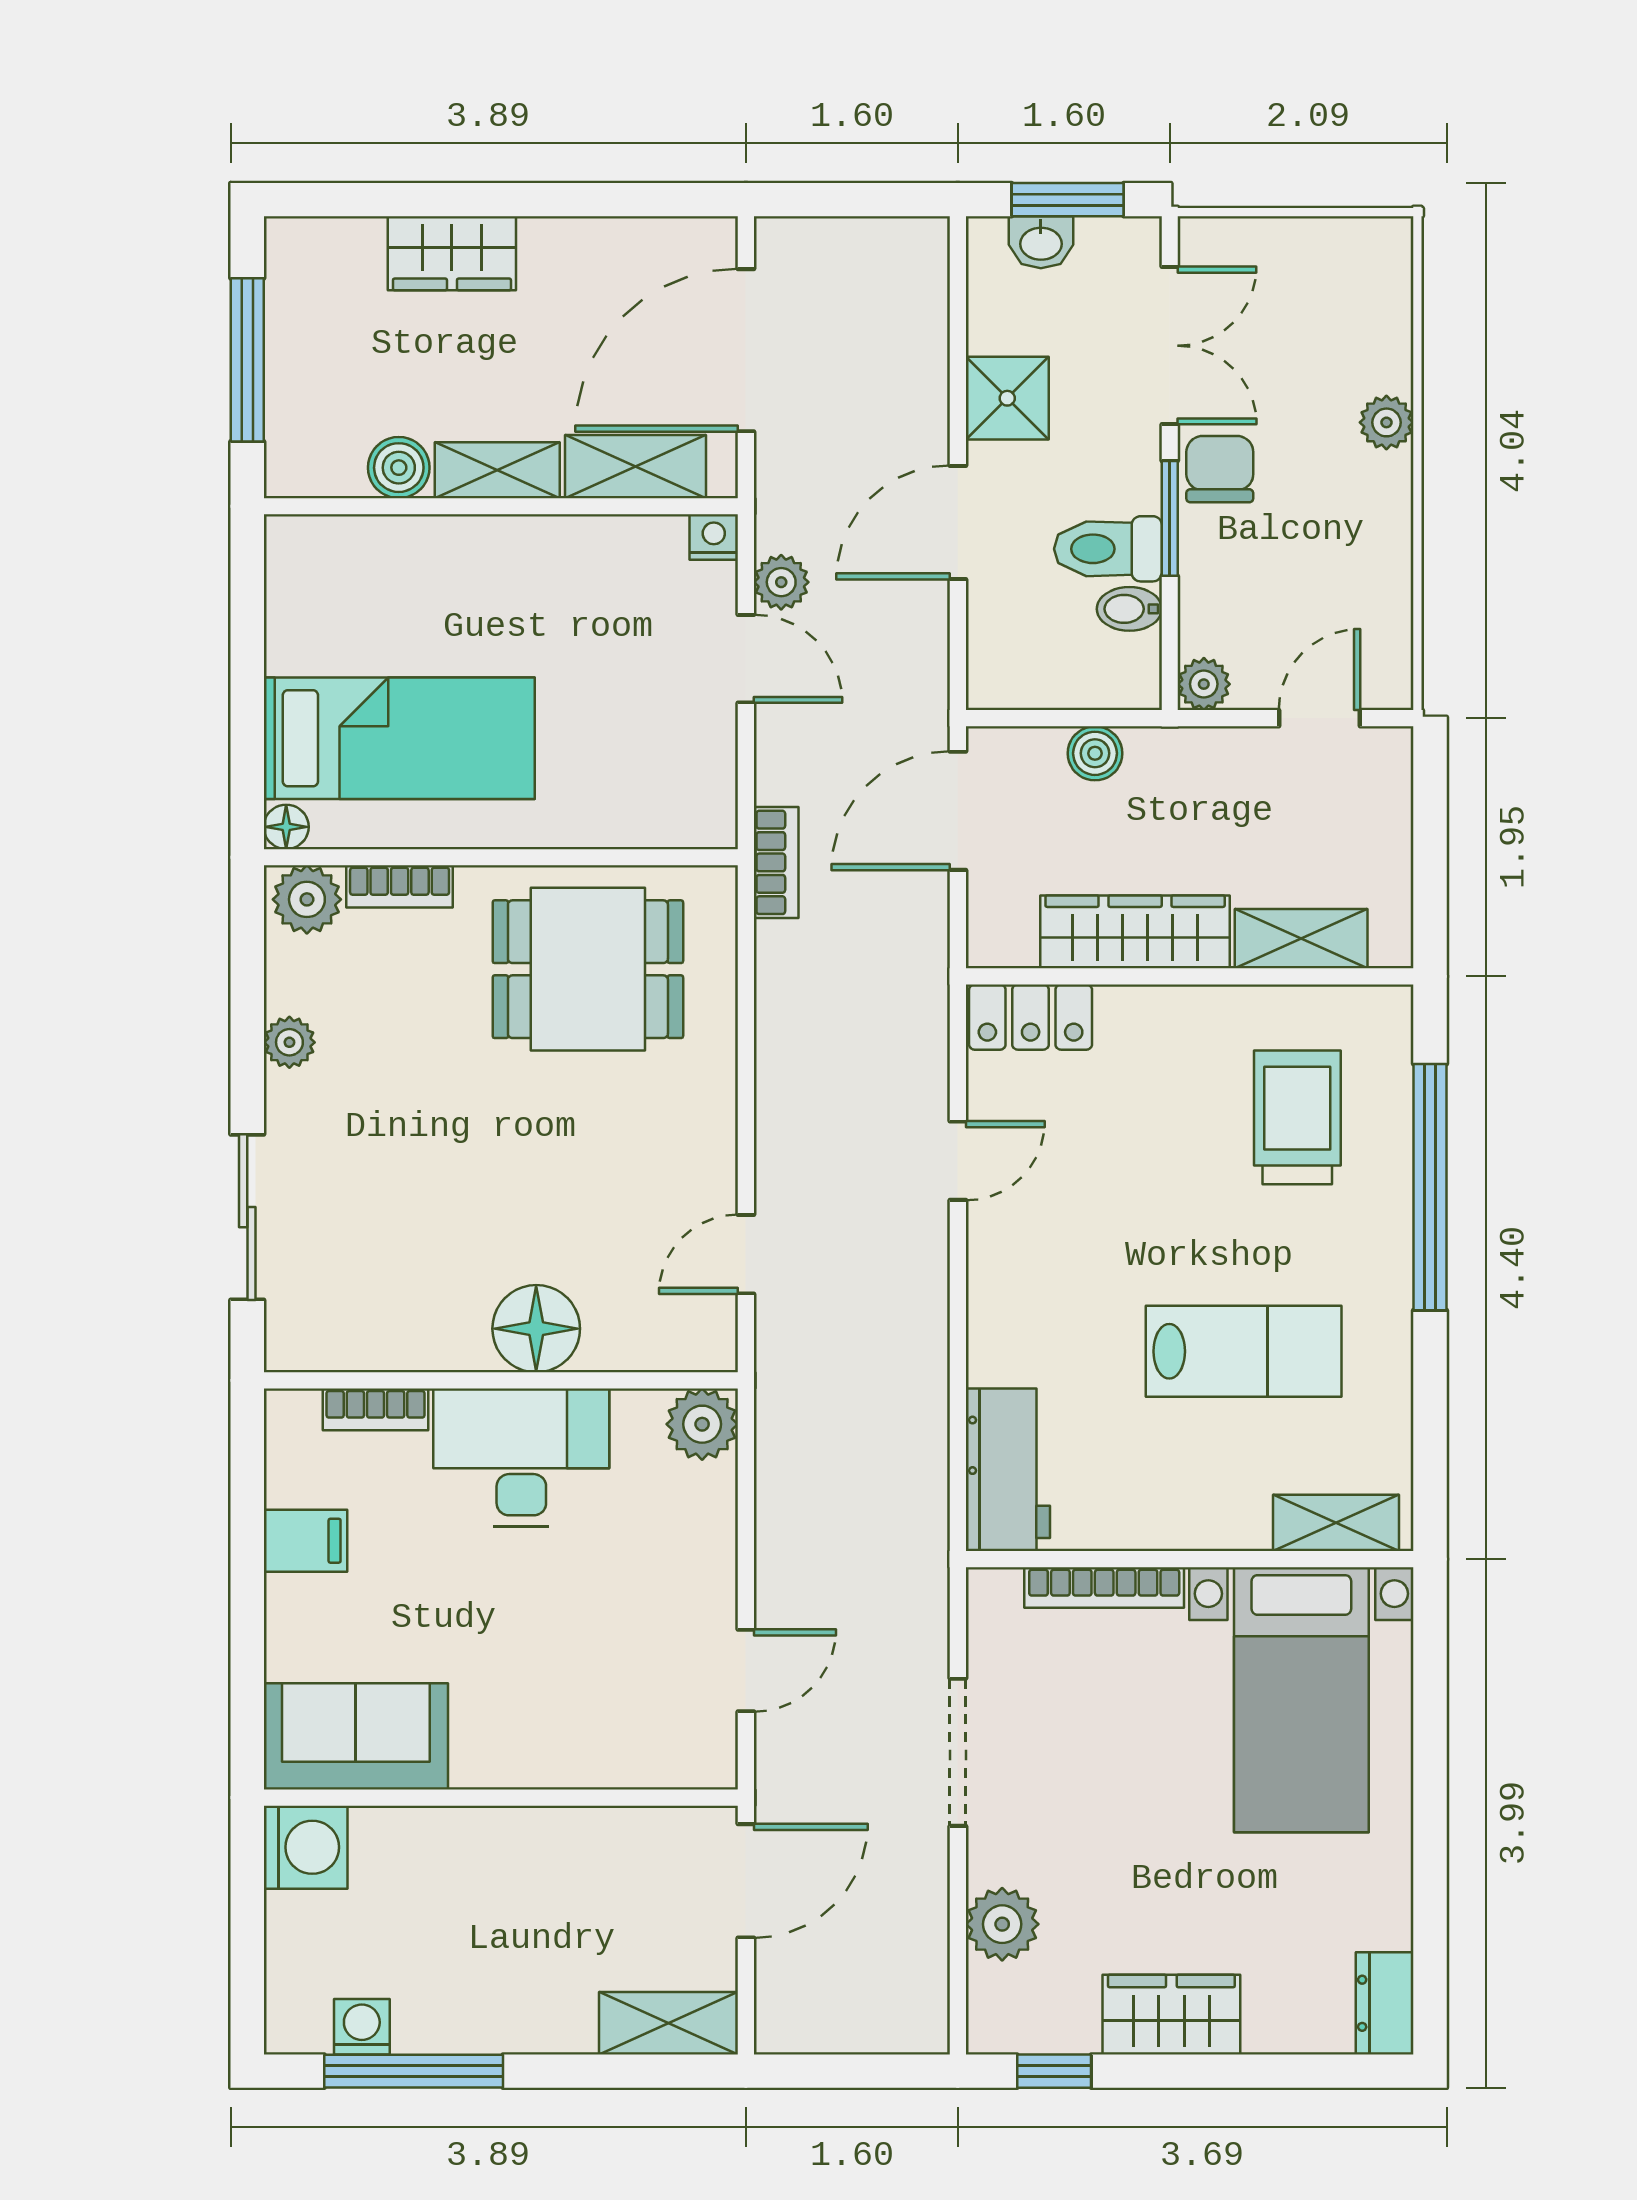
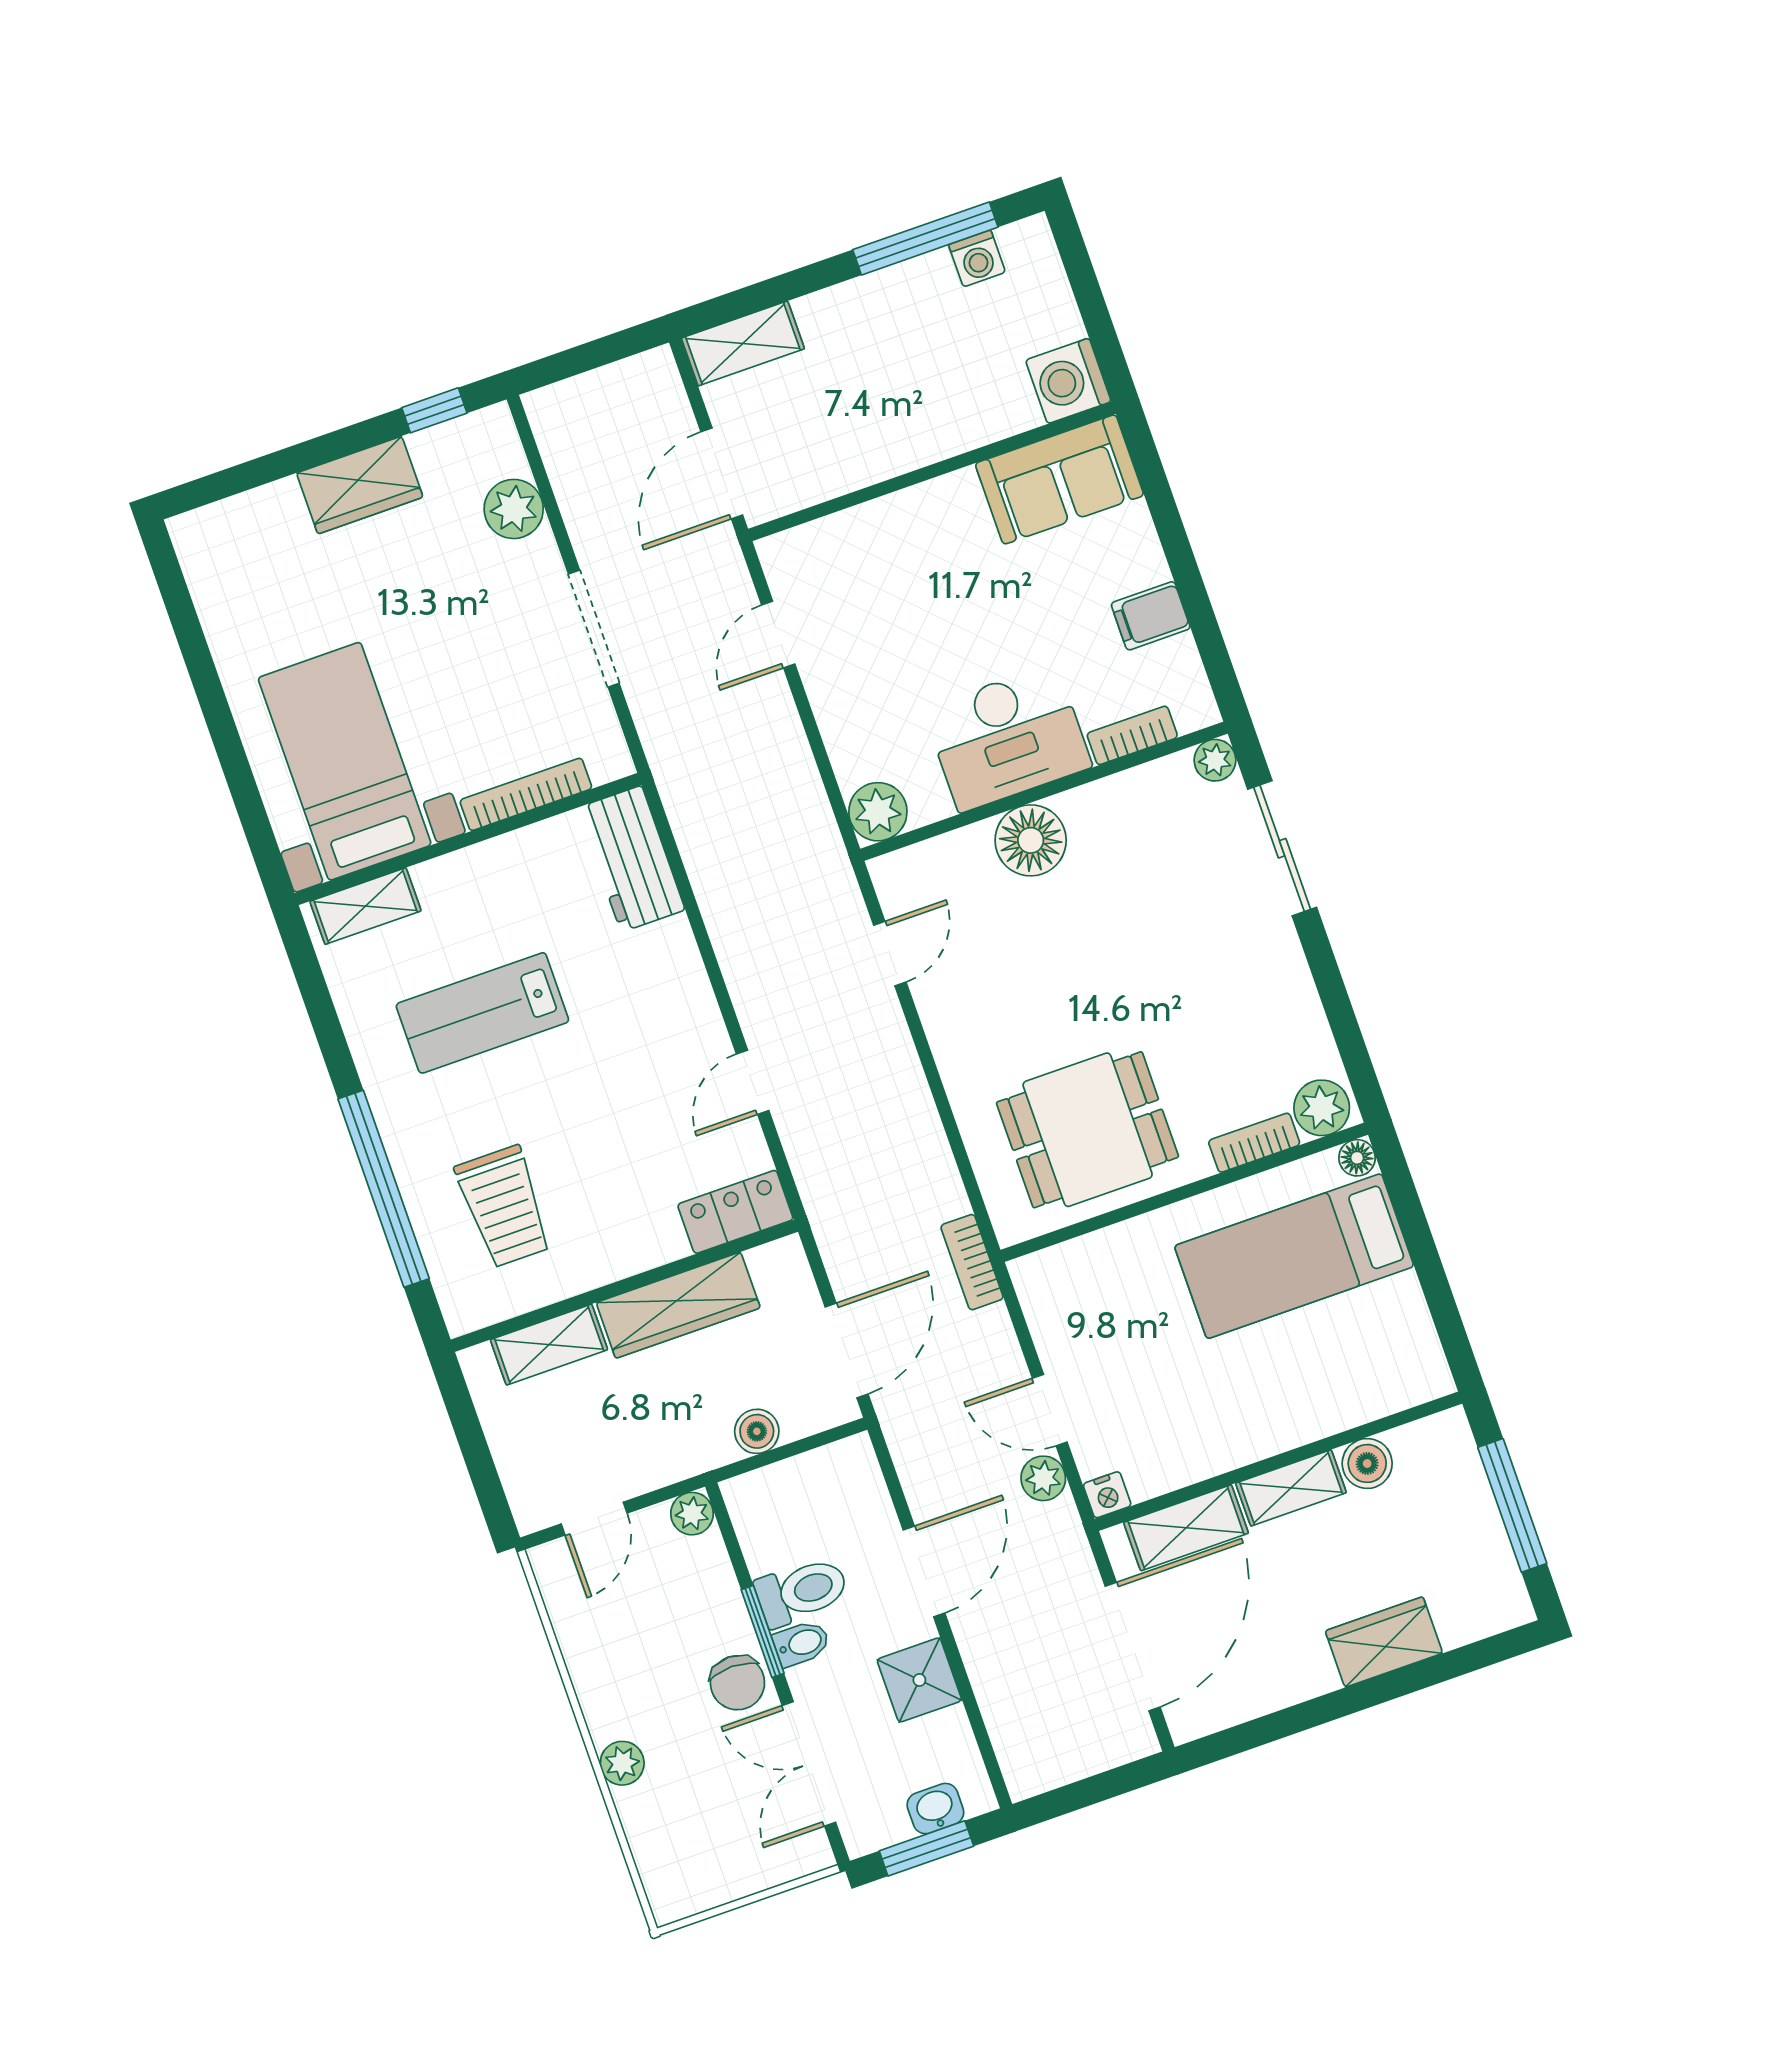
bidet: (1129, 609) -> (802, 1643), moved
plant: (289, 1042) -> (1215, 760), moved
dresser: (1385, 2003) -> (199, 551), removed

